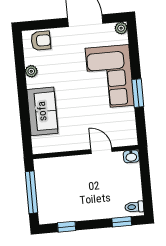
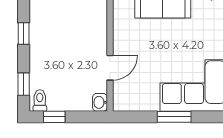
window: (147, 194) -> (54, 117), added
window: (67, 227) -> (24, 33), moved

